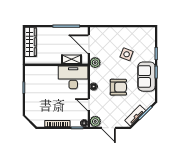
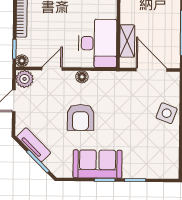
door: (89, 44) -> (152, 70), hinge flipped
side table: (127, 54) -> (167, 113), moved
plant: (95, 63) -> (121, 80), removed

